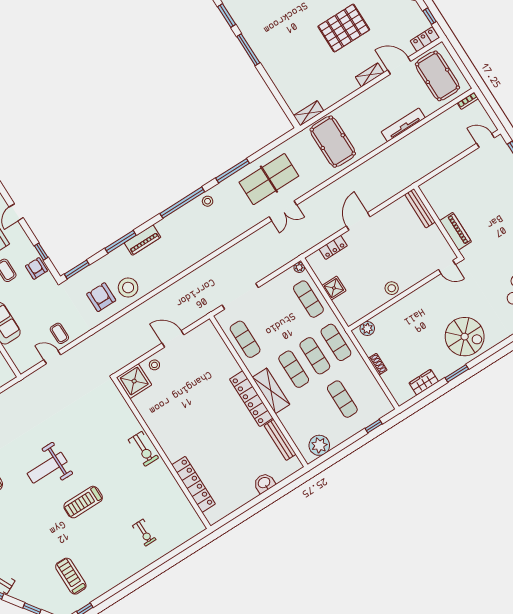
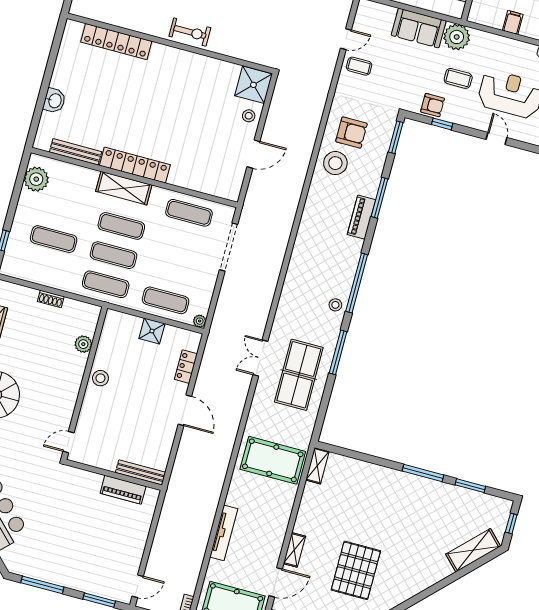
piano: (455, 231) -> (123, 490), moved
plant: (367, 328) -> (83, 344), moved
exercise bike: (143, 449) -> (190, 32), turned 180

